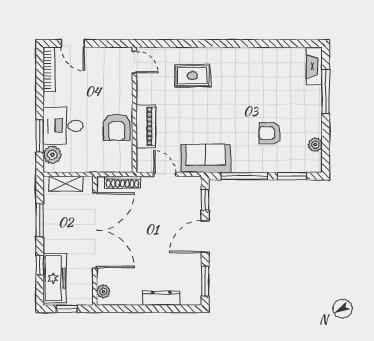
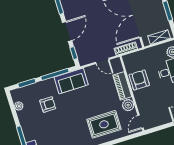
door: (134, 62) -> (141, 122), hinge flipped
rug: (192, 76) -> (104, 124), width x1.36, depth x1.43
plant: (146, 94) -> (128, 105), added
sofa: (206, 158) -> (71, 81), moved

